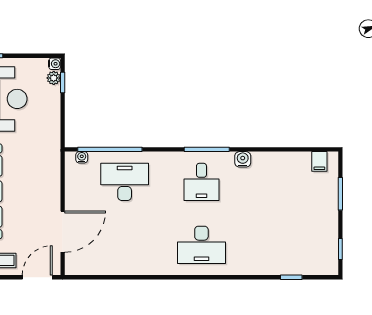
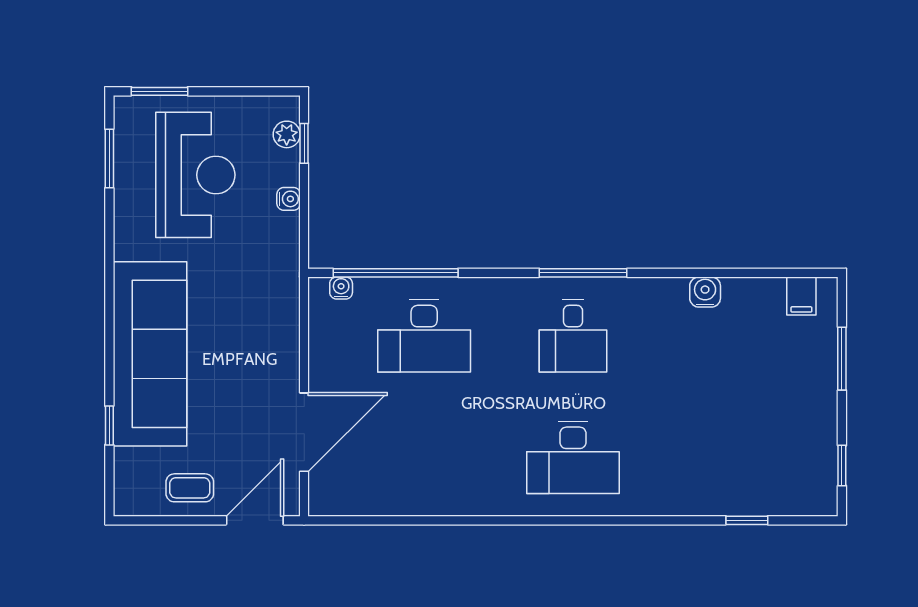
water cooler: (55, 64) -> (289, 199), moved
water cooler: (243, 159) -> (705, 292), moved
desk: (125, 182) -> (424, 336), turned 180

